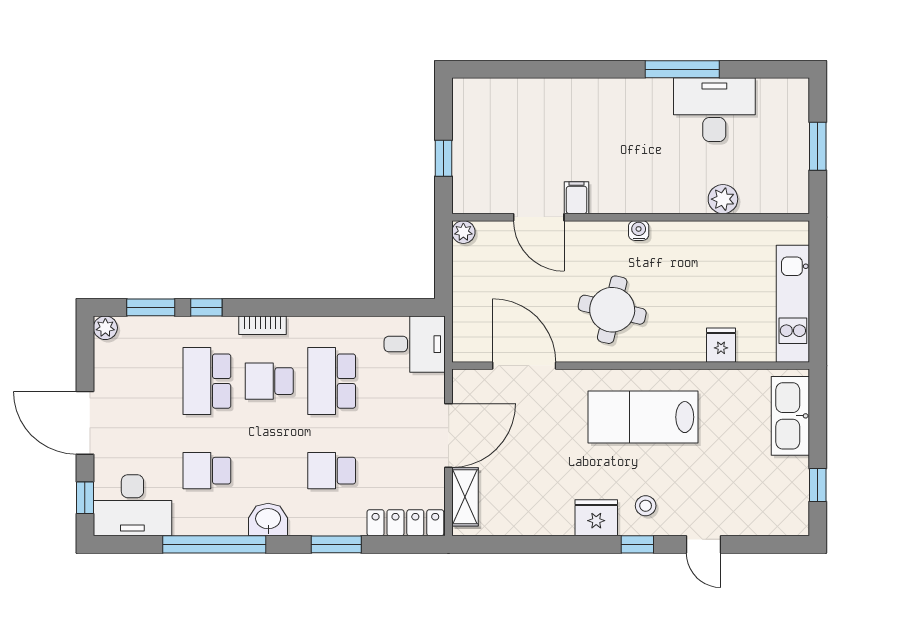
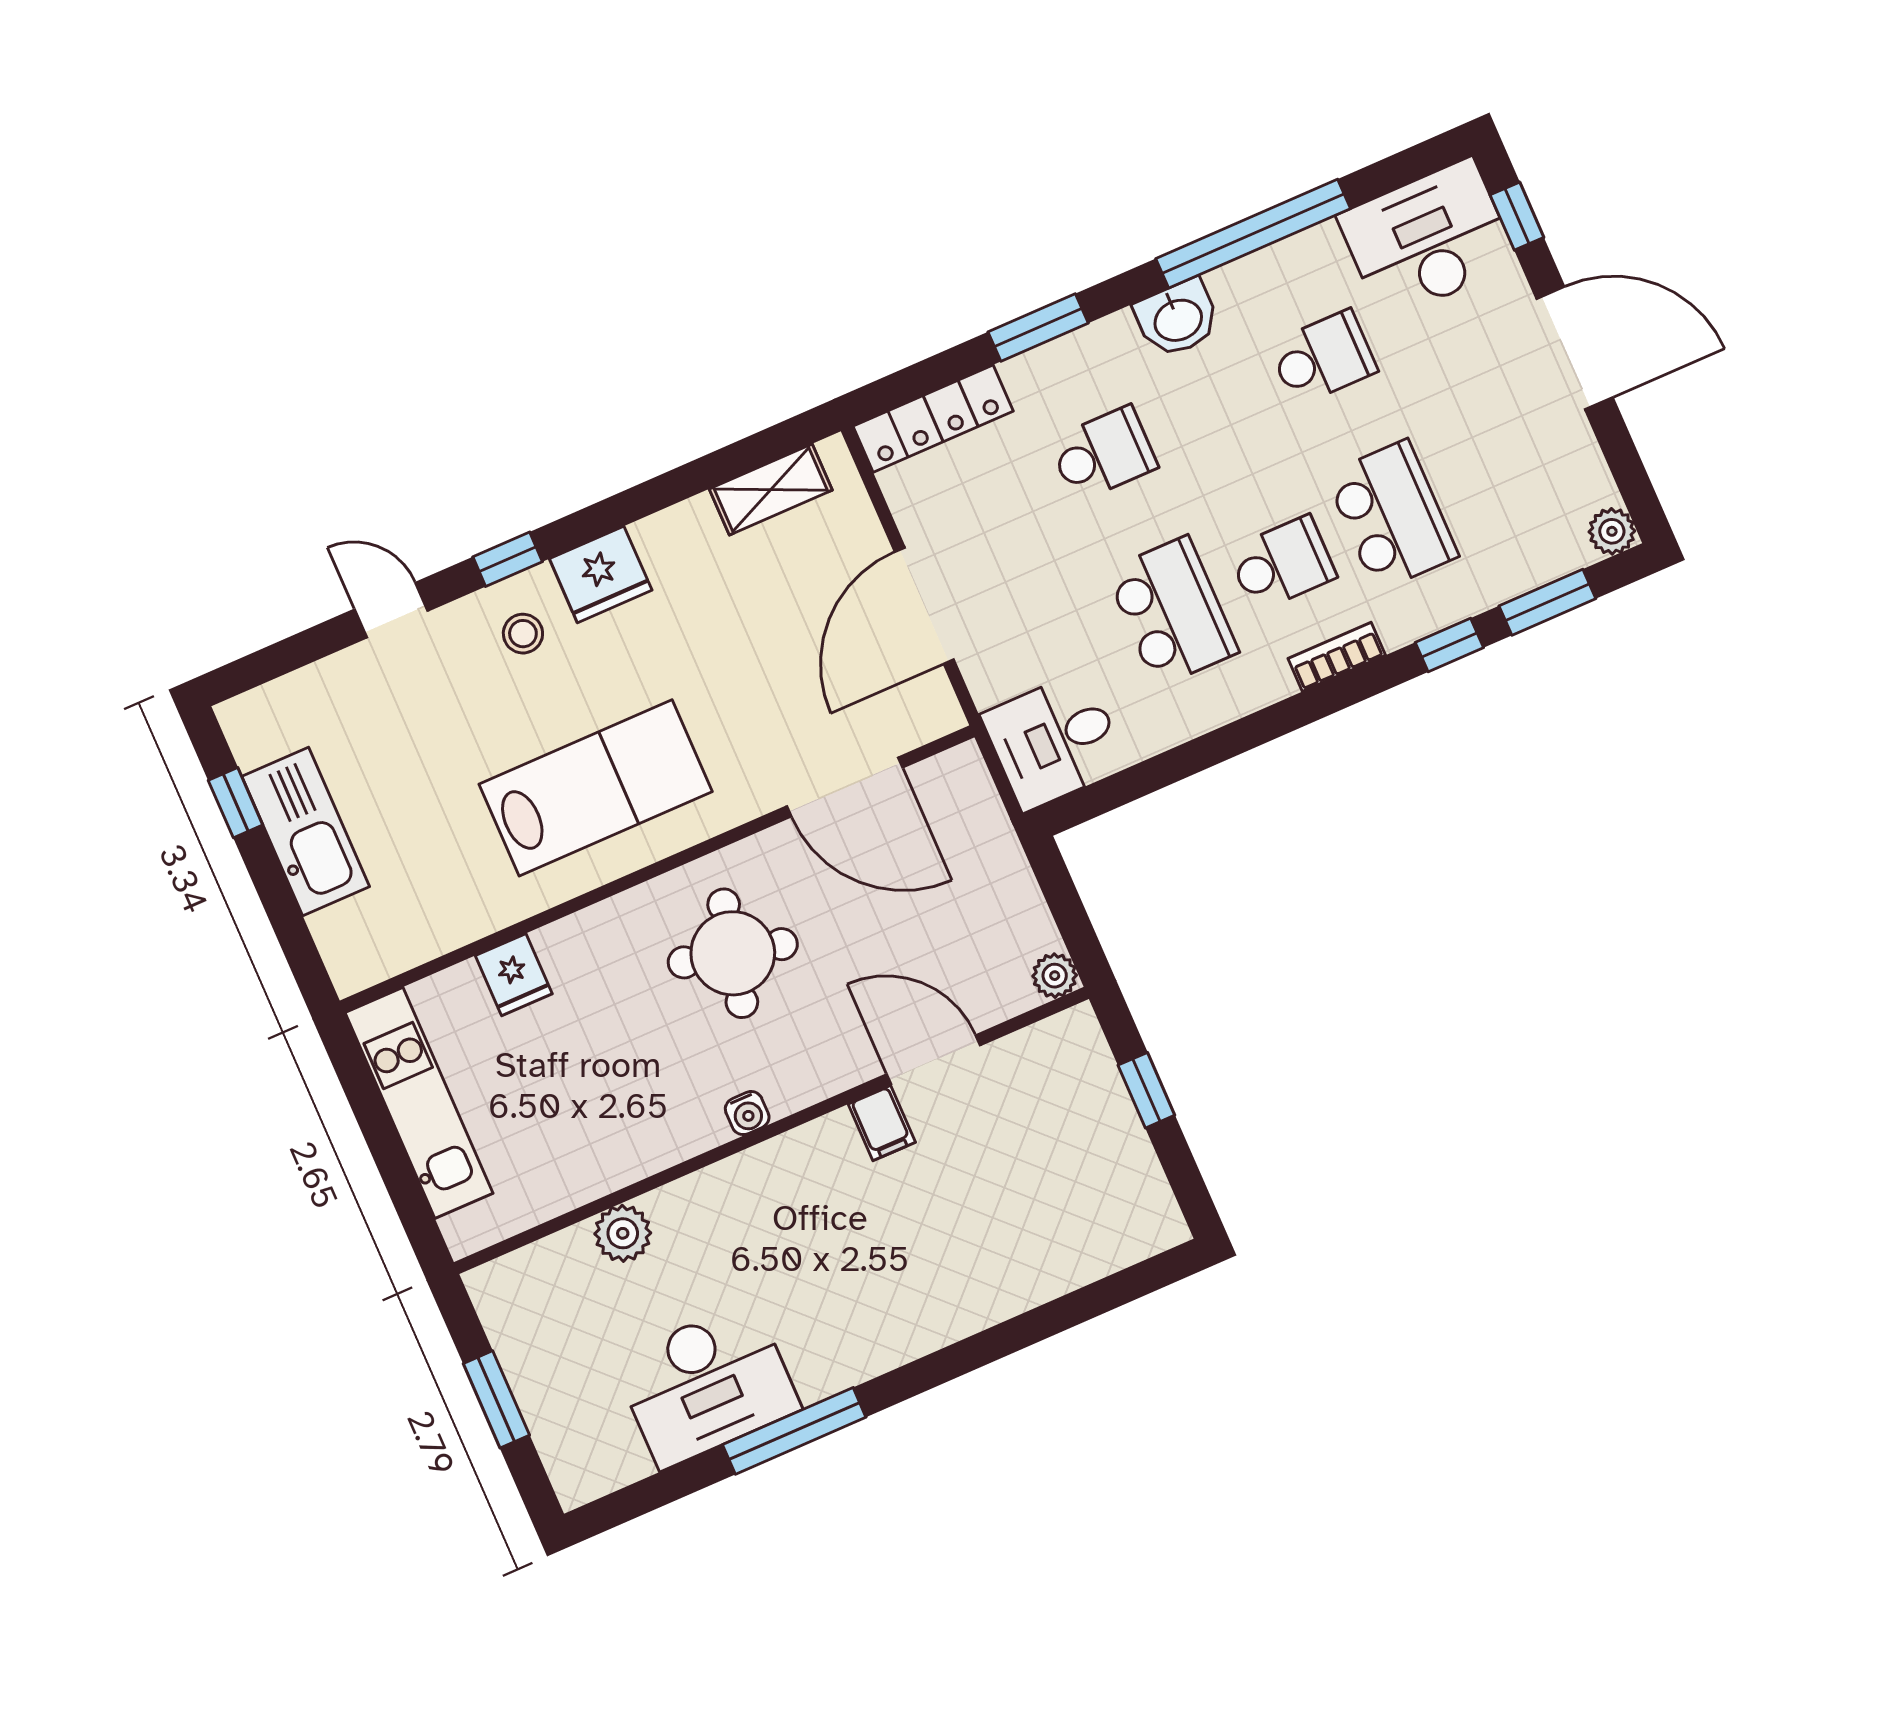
kitchen sink: (790, 416) -> (306, 831), moved
shelving: (465, 497) -> (771, 490), moved, turned 90

